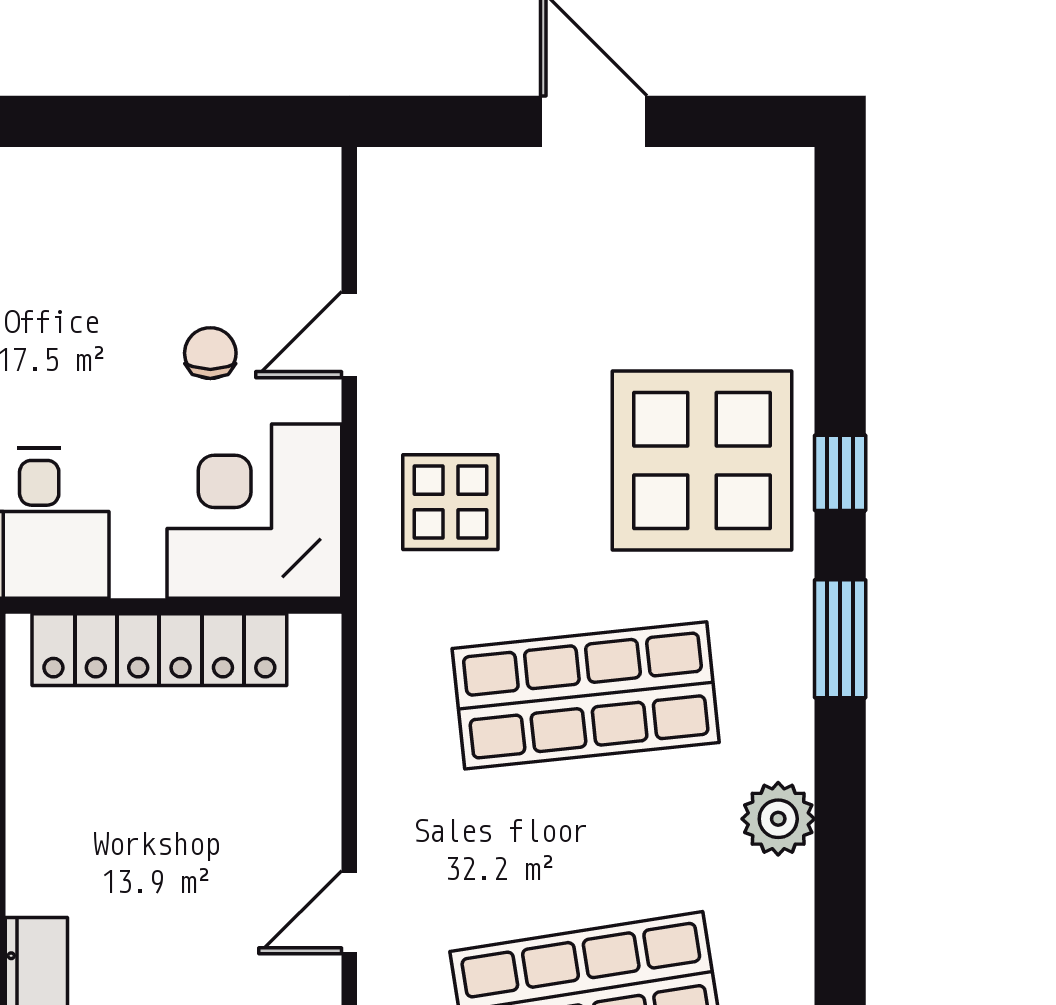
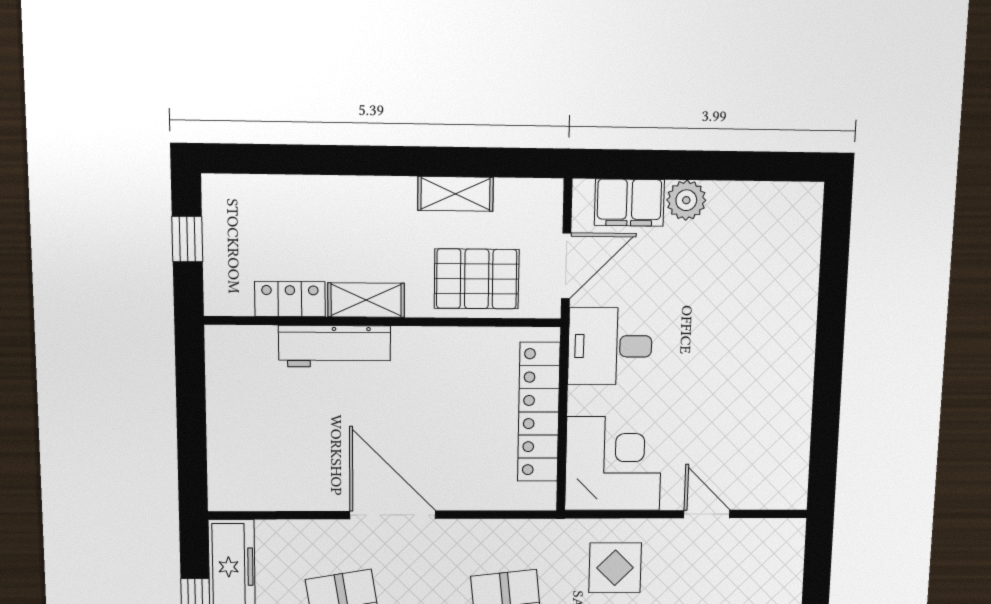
chair: (210, 353) -> (700, 440), removed
door: (349, 912) -> (393, 515), width x1.87

